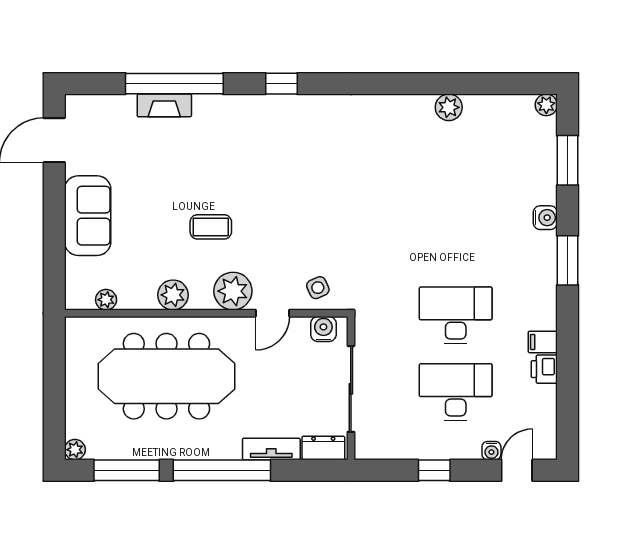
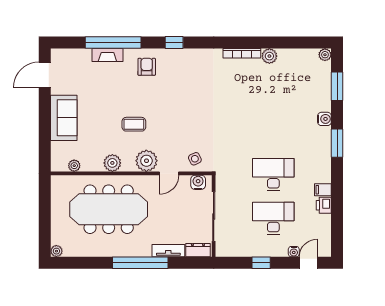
bookcase: (400, 102) -> (242, 53), added
armchair: (233, 126) -> (147, 67), added
window: (127, 470) -> (86, 263), removed

